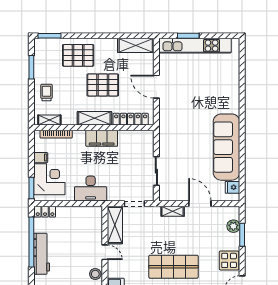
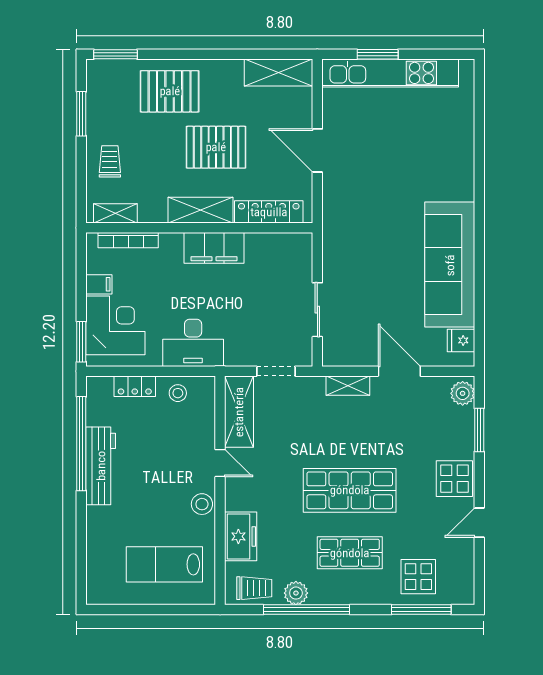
locker: (45, 212) -> (135, 386), moved
stool: (82, 215) -> (178, 393), added
plant: (233, 226) -> (463, 393), moved

